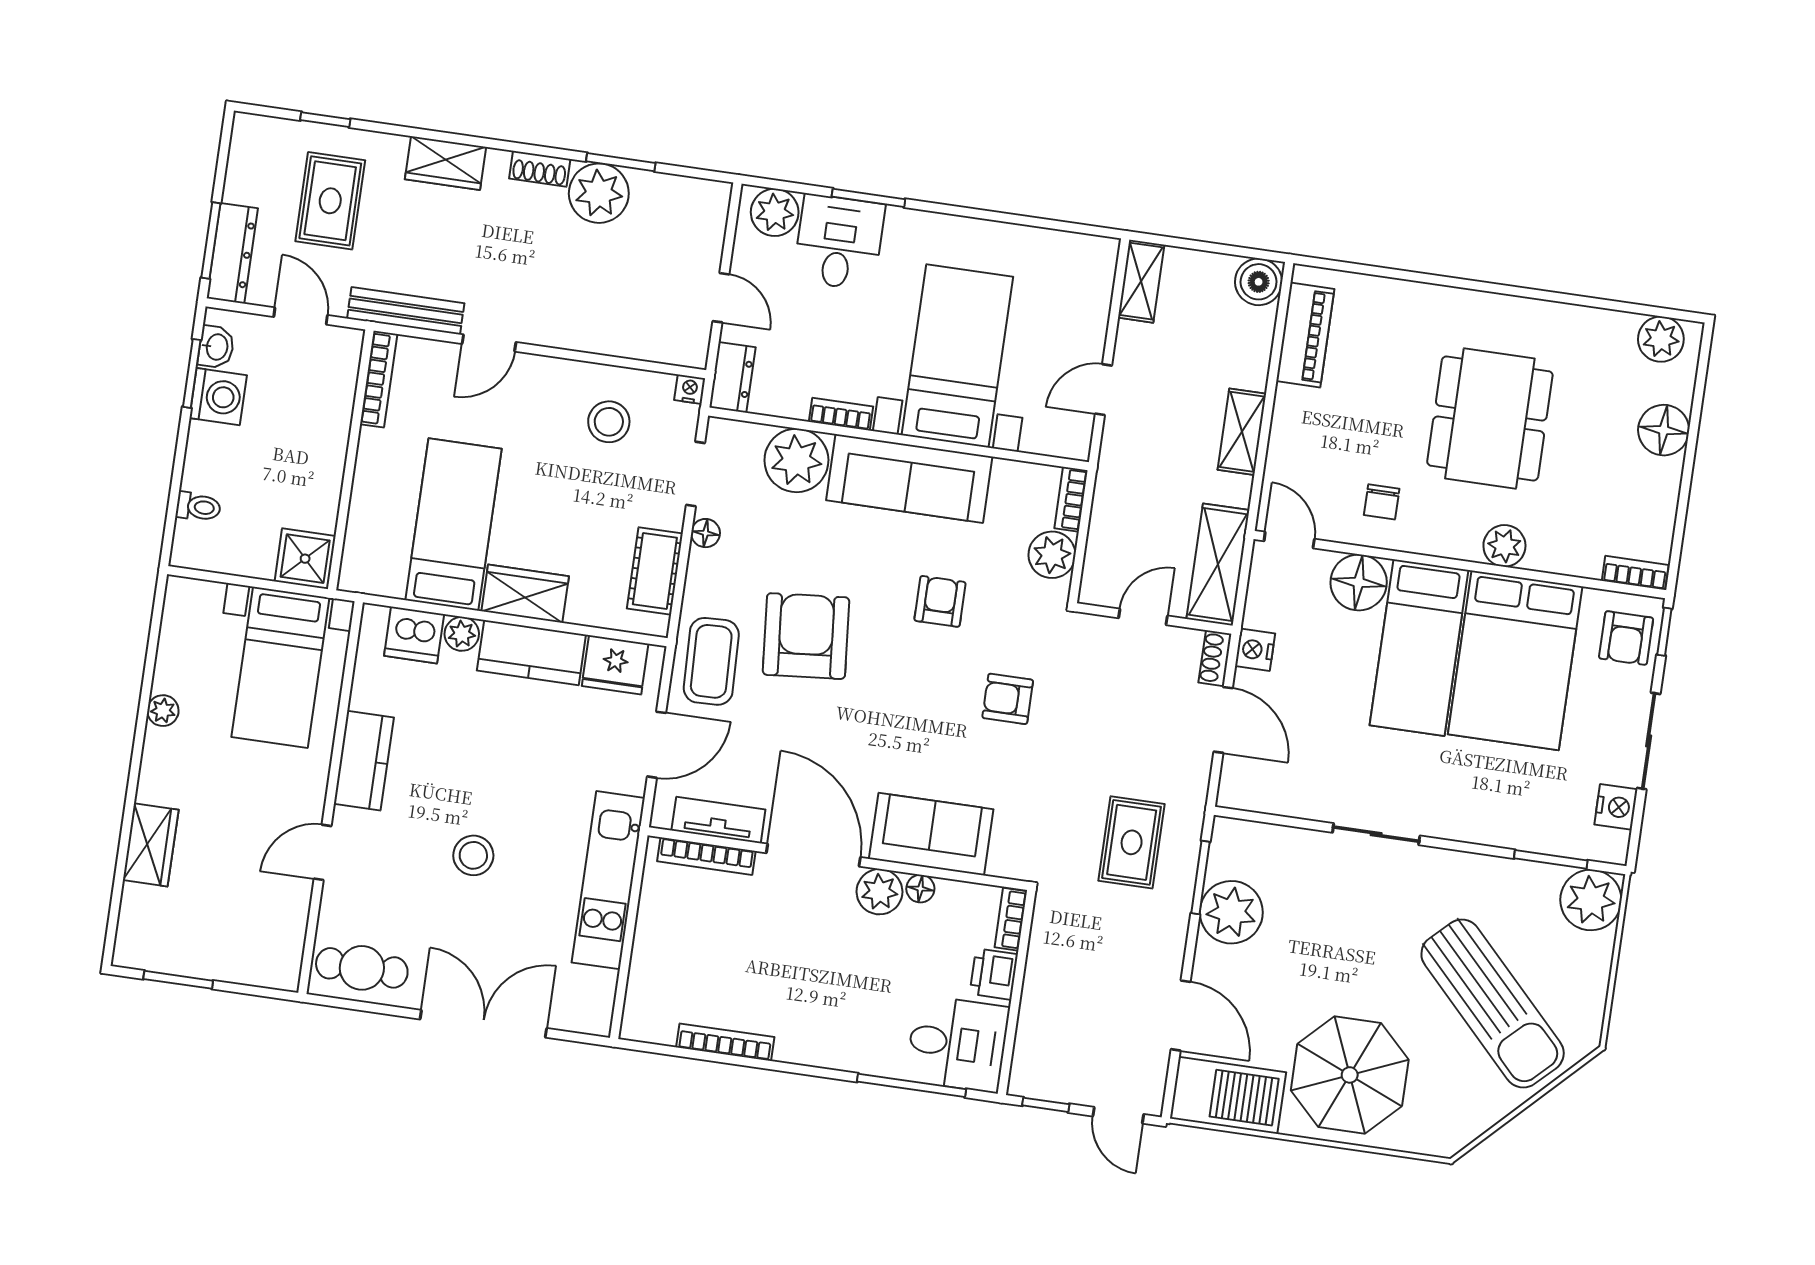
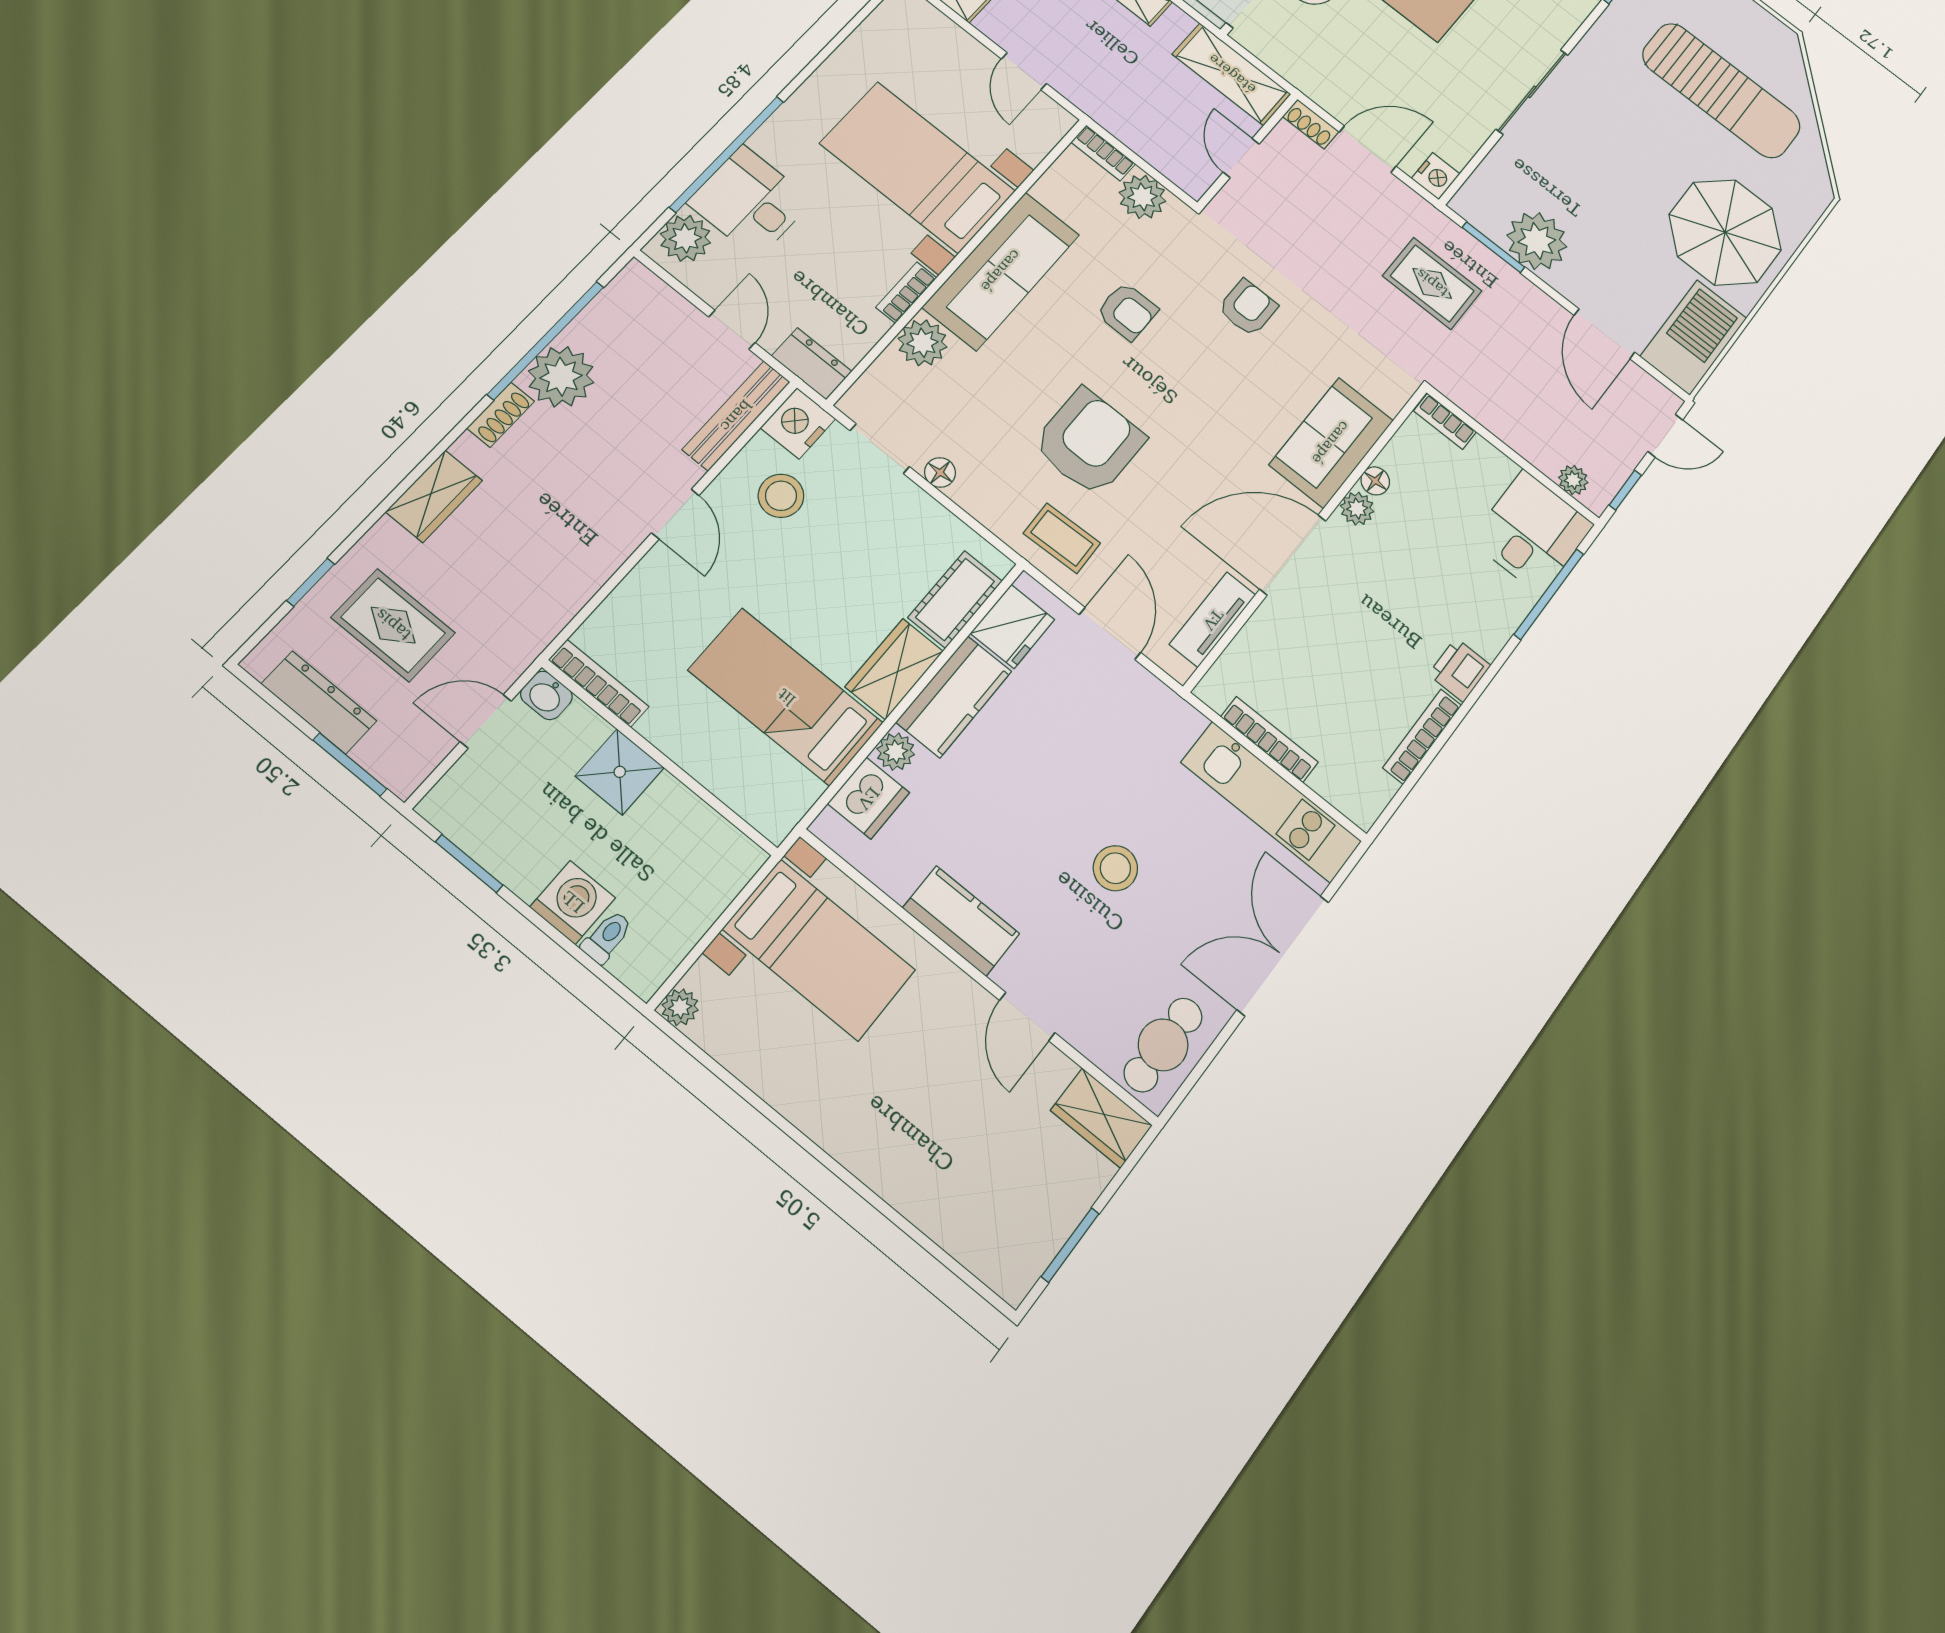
window: (621, 162) -> (546, 340), width x2.11
window: (868, 198) -> (727, 154), width x2.11
dresser: (232, 253) -> (319, 702), moved
door: (721, 298) -> (732, 330), hinge flipped
bench: (406, 311) -> (736, 416), moved
door: (489, 343) -> (675, 514), moved
washbasin: (216, 347) -> (546, 695), moved, turned 180
nightstand: (690, 389) -> (798, 423), width x1.89, depth x1.79
washing machine: (218, 397) -> (573, 902), moved
plant: (796, 460) -> (923, 343), width x0.73, depth x0.73
shower: (305, 559) -> (620, 772), moved
cot: (655, 571) -> (955, 599), moved, turned 90
armchair: (940, 601) -> (1127, 311), turned 180
armchair: (806, 636) -> (1089, 442), turned 95
nightstand: (1255, 650) -> (1436, 176), moved, turned -90
coffee table: (711, 661) -> (1062, 538), width x0.73, depth x0.77
armchair: (1008, 699) -> (1248, 308), turned 180
plant: (163, 711) -> (680, 1007), moved
sliding door: (1376, 834) -> (1532, 92), width x1.37
wardrobe: (151, 845) -> (1101, 1118), moved, turned 180
bookcase: (706, 856) -> (1269, 739), moved, turned -90
kitchen unit: (608, 880) -> (1271, 802), moved
plant: (880, 892) -> (1357, 509), width x0.73, depth x0.73
printer: (994, 974) -> (1460, 670), moved, turned 90
sun lounger: (1493, 1004) -> (1721, 90), turned 44
door: (1181, 1015) -> (1604, 334), swing flipped
plant: (1027, 1056) -> (1573, 480), added

